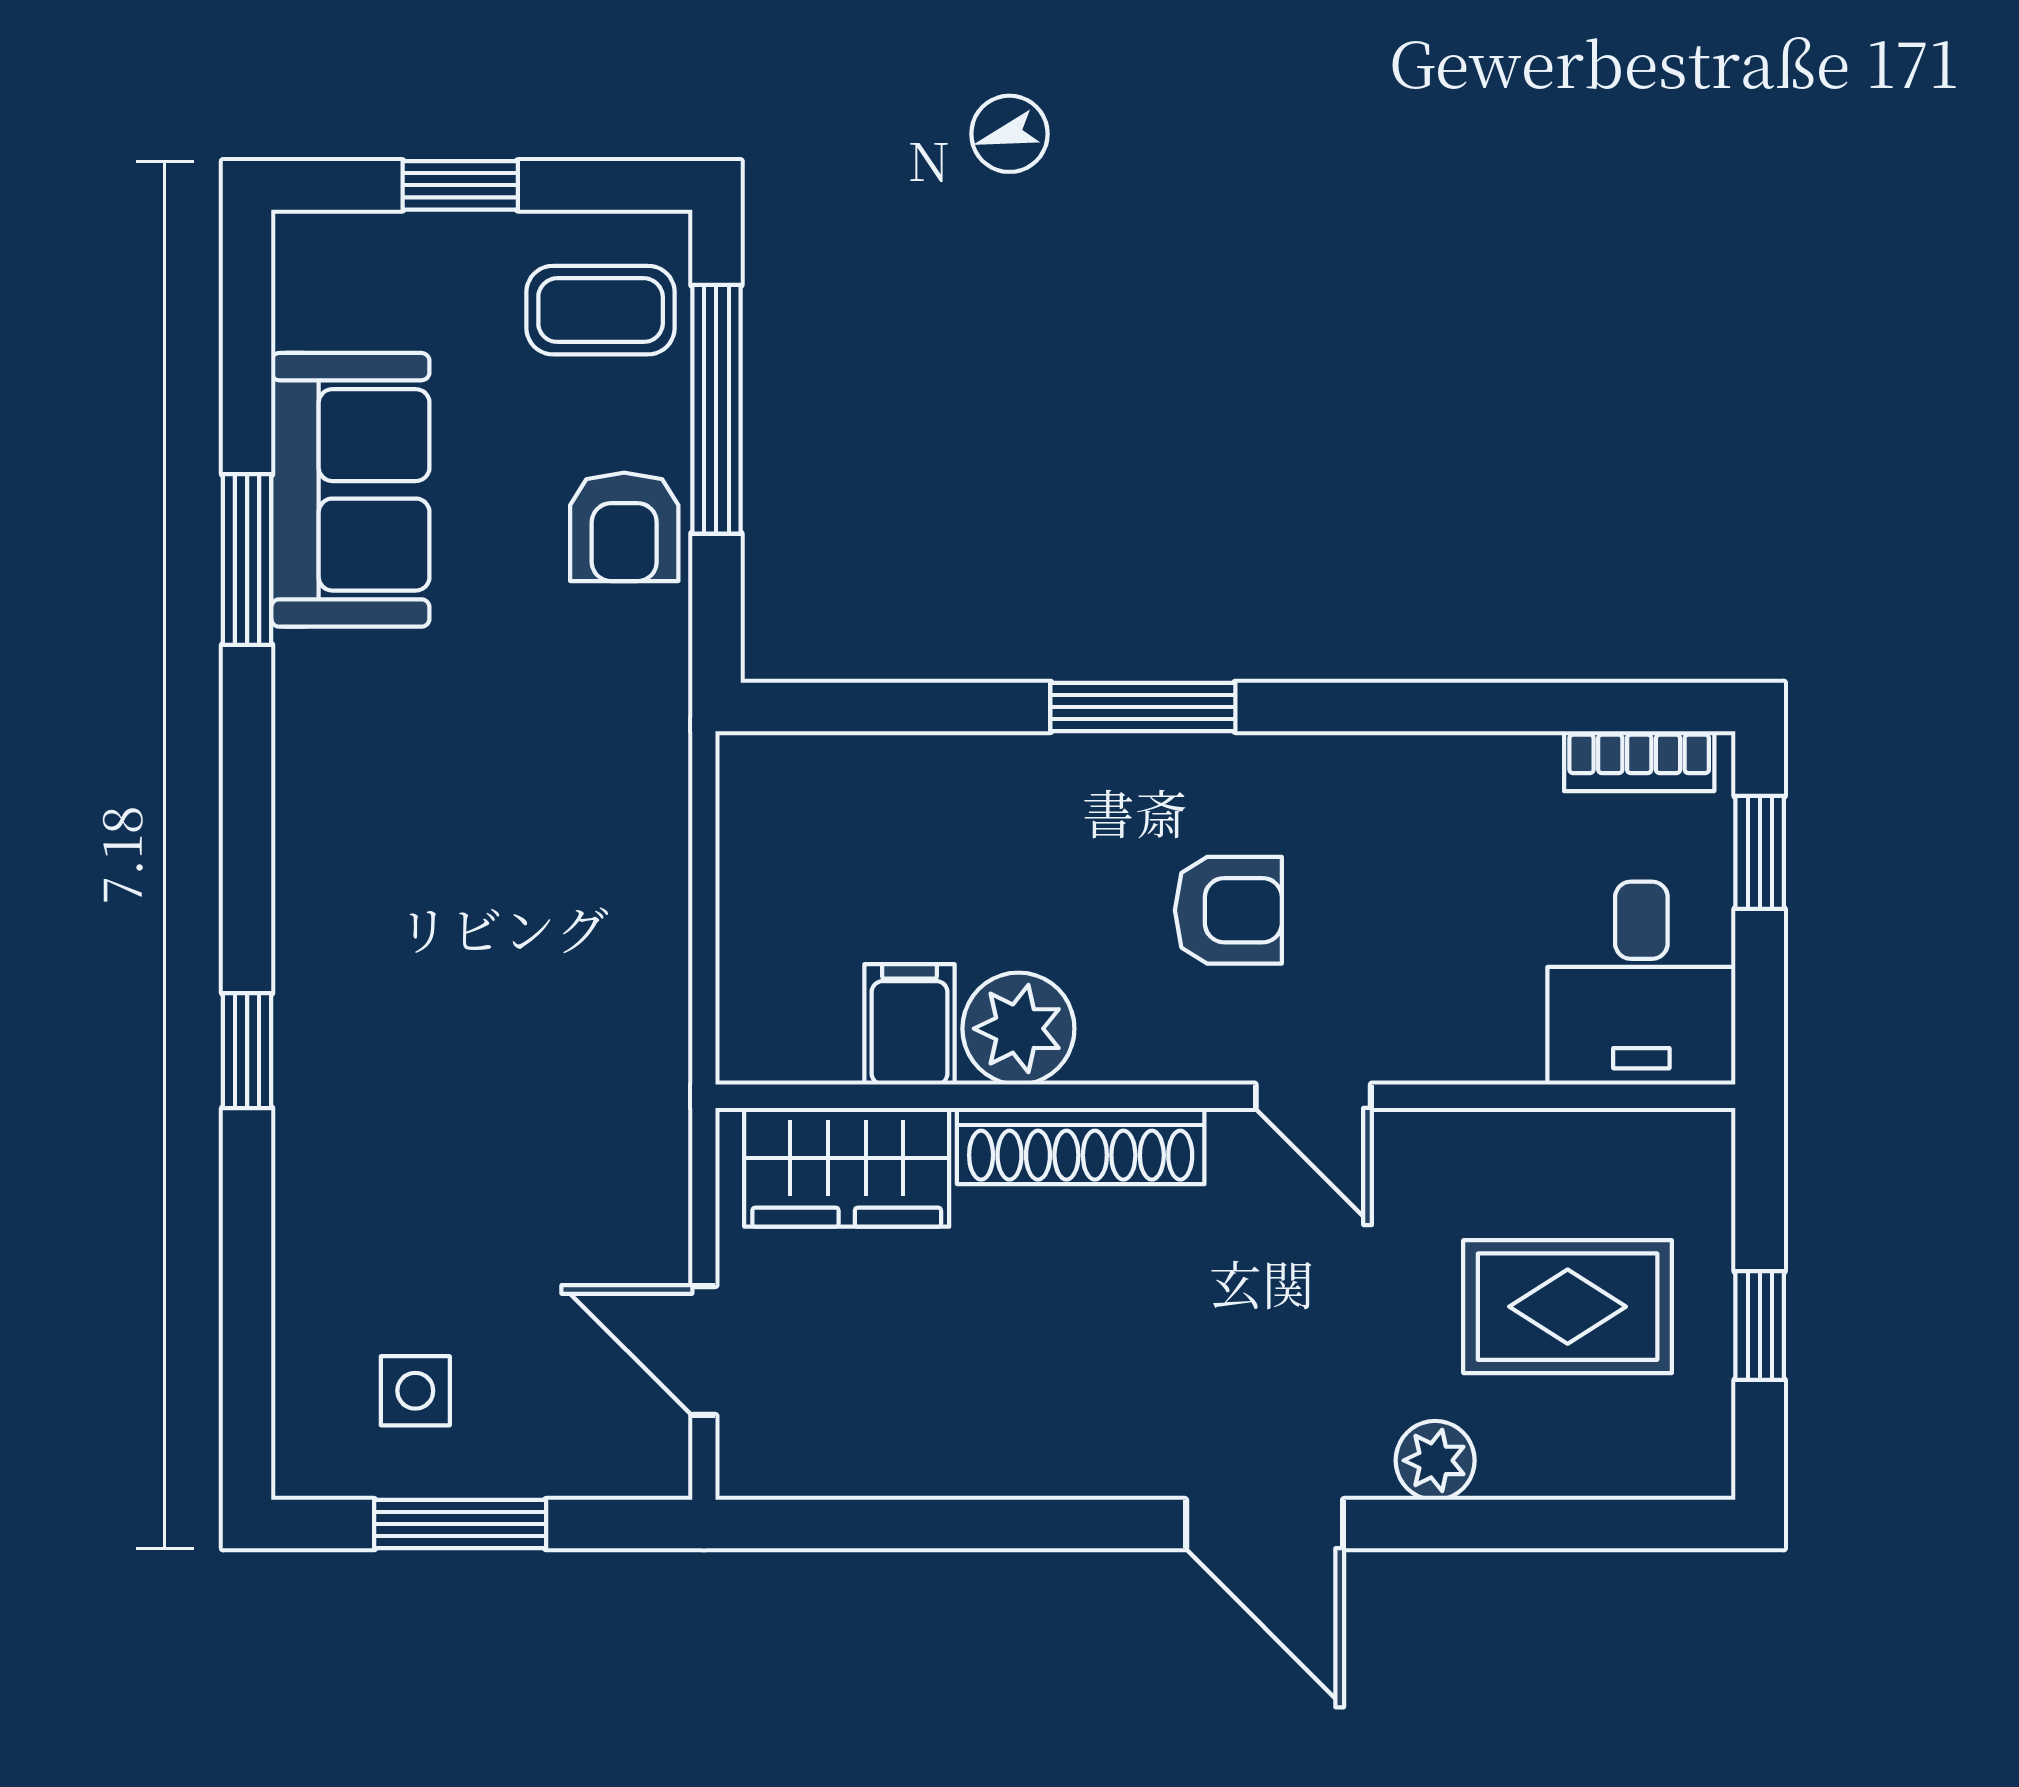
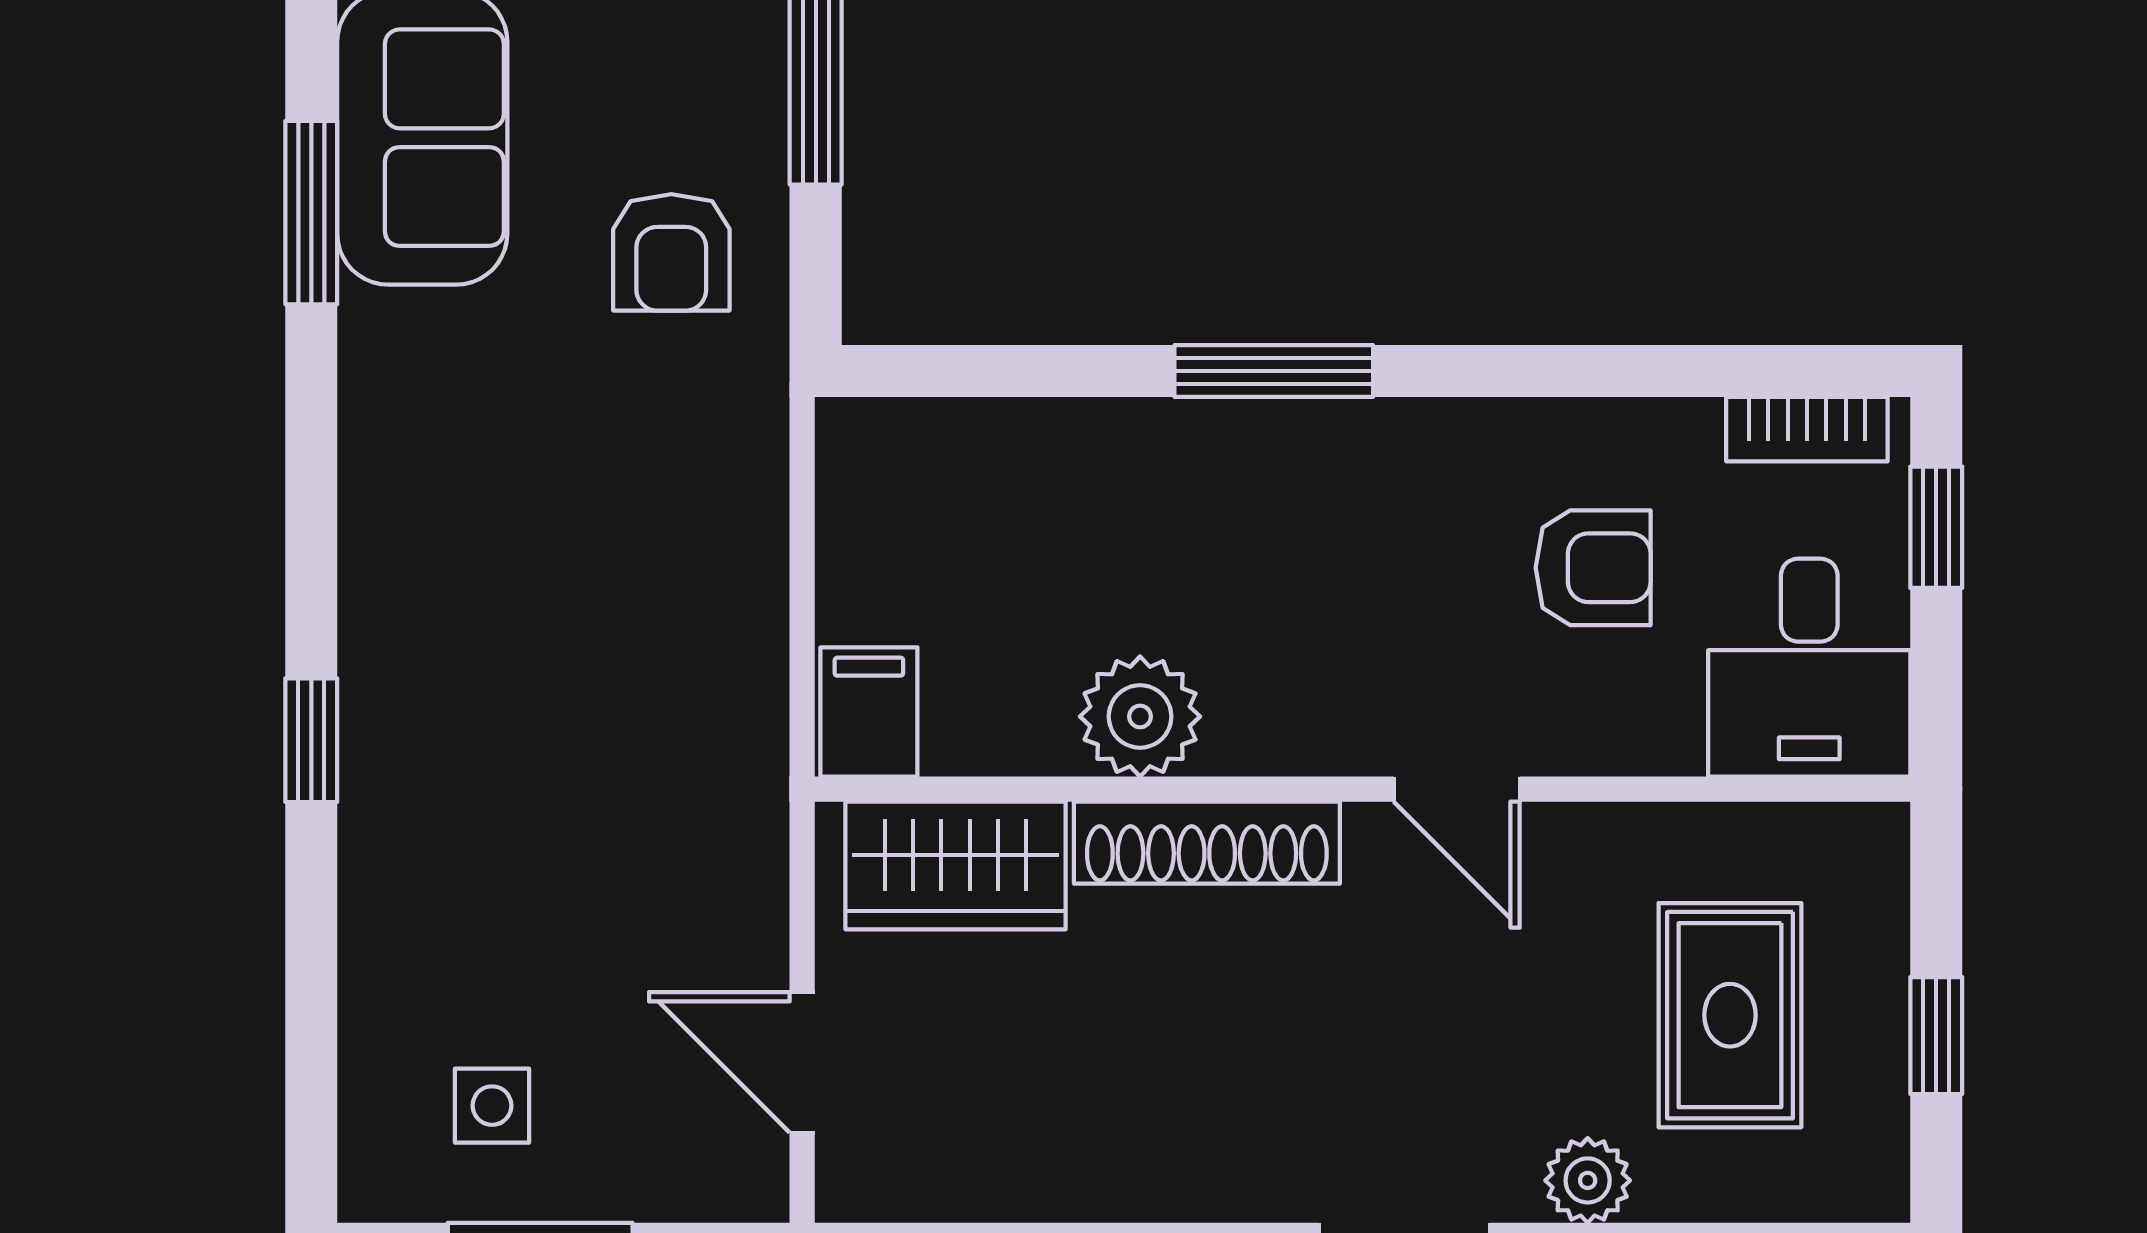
armchair: (624, 527) -> (671, 252), moved
armchair: (1228, 910) -> (1593, 568), moved
filing cabinet: (910, 1024) -> (869, 712), moved
rug: (1568, 1307) -> (1730, 1015), turned 90

